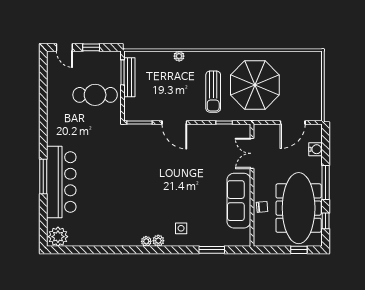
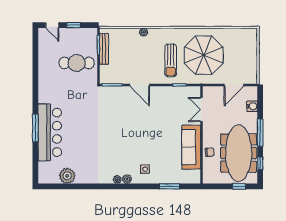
plant: (58, 237) -> (67, 176), moved

